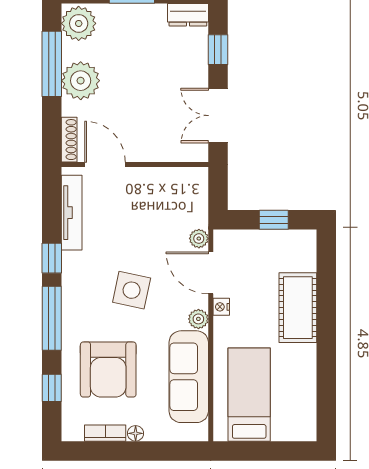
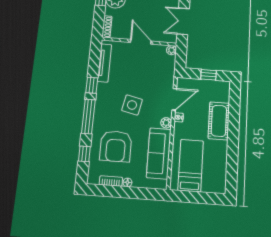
door: (105, 165) -> (141, 42), moved
plant: (199, 239) -> (171, 50), moved
door: (211, 273) -> (174, 99), swing flipped

